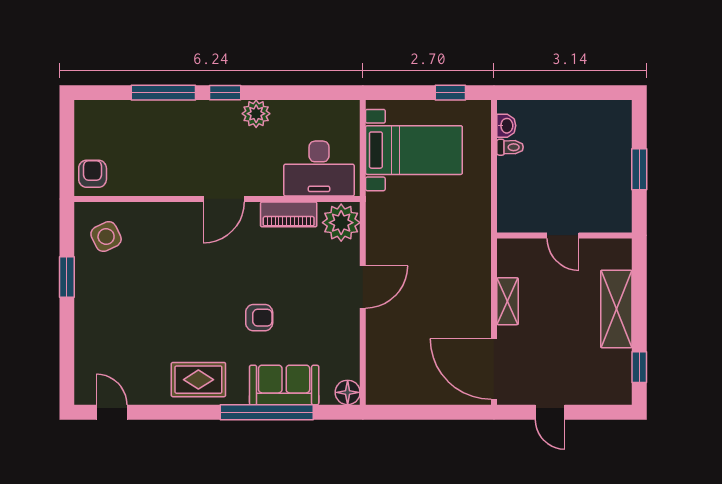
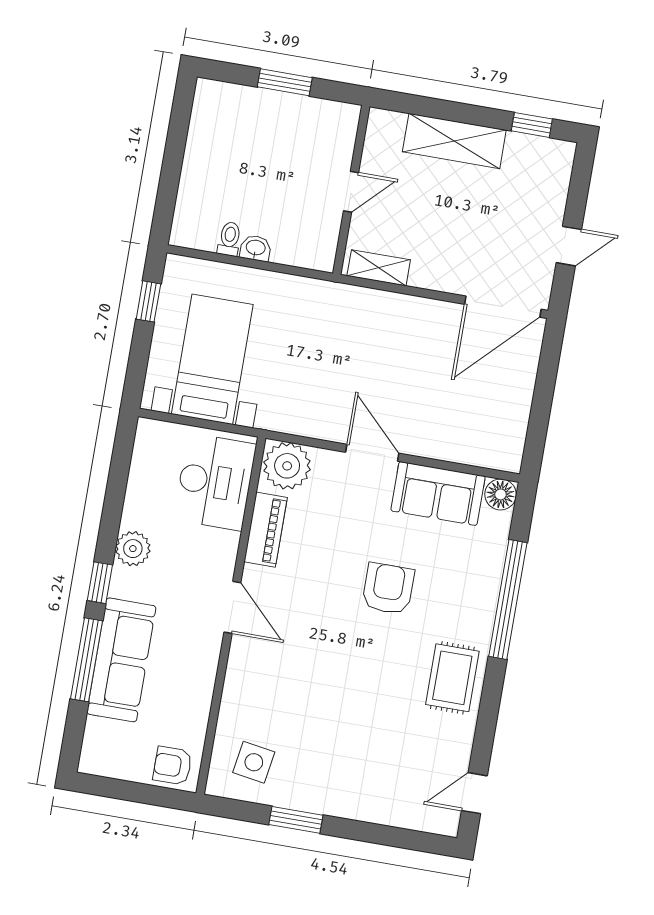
sofa: (168, 120) -> (121, 660), added
washbasin: (506, 126) -> (256, 248), moved
side table: (106, 236) -> (254, 762), turned 35
shelving: (508, 301) -> (379, 268), moved
armchair: (259, 318) -> (388, 589), width x1.38, depth x1.38
sofa: (284, 385) -> (438, 493), moved, turned -90

